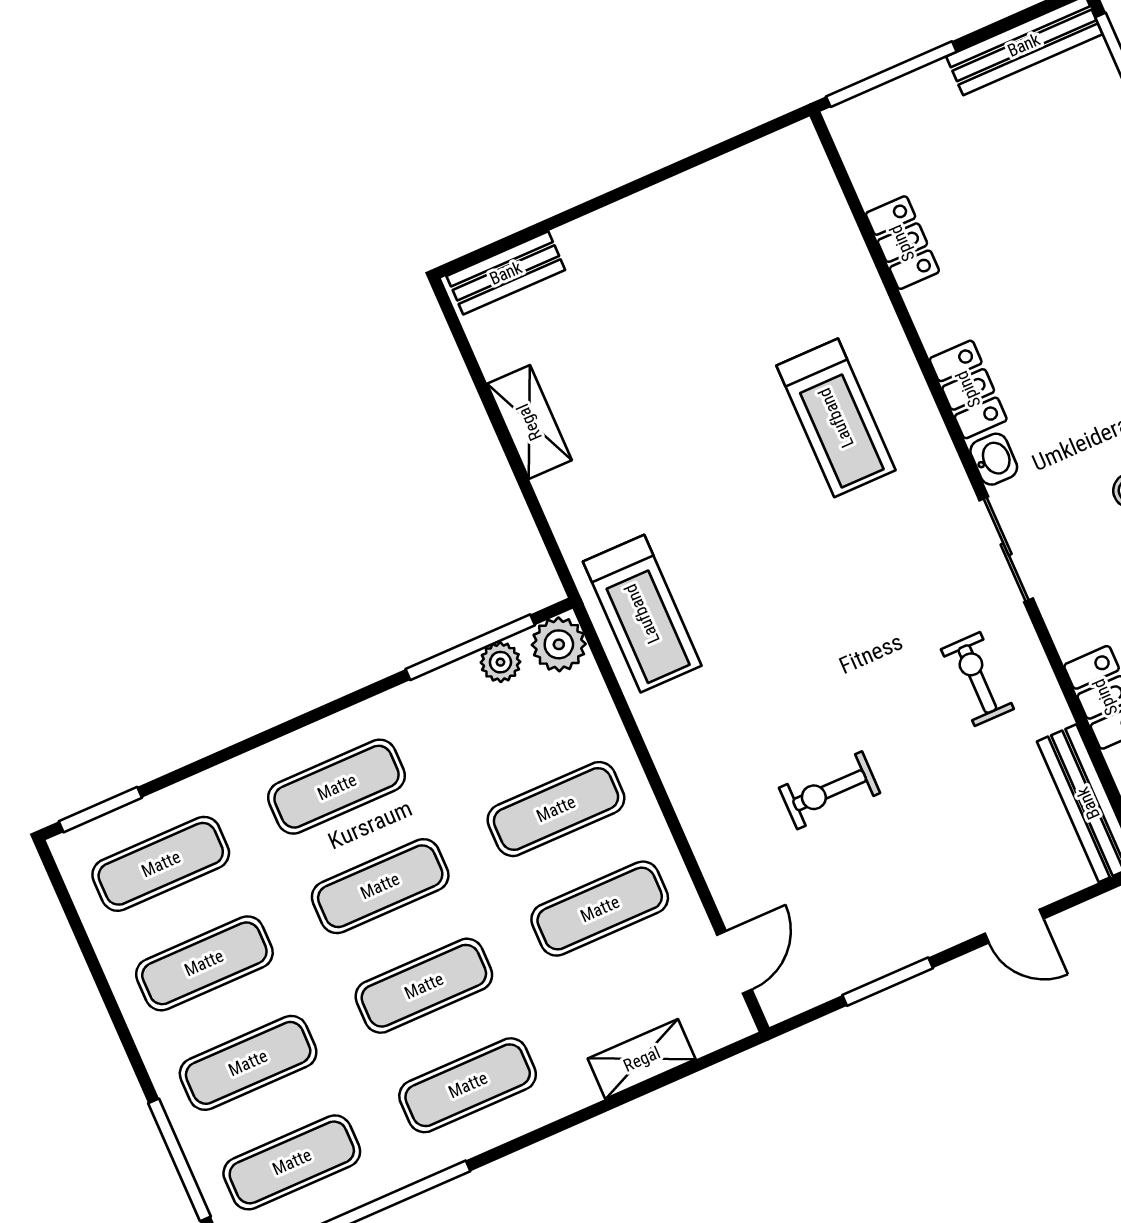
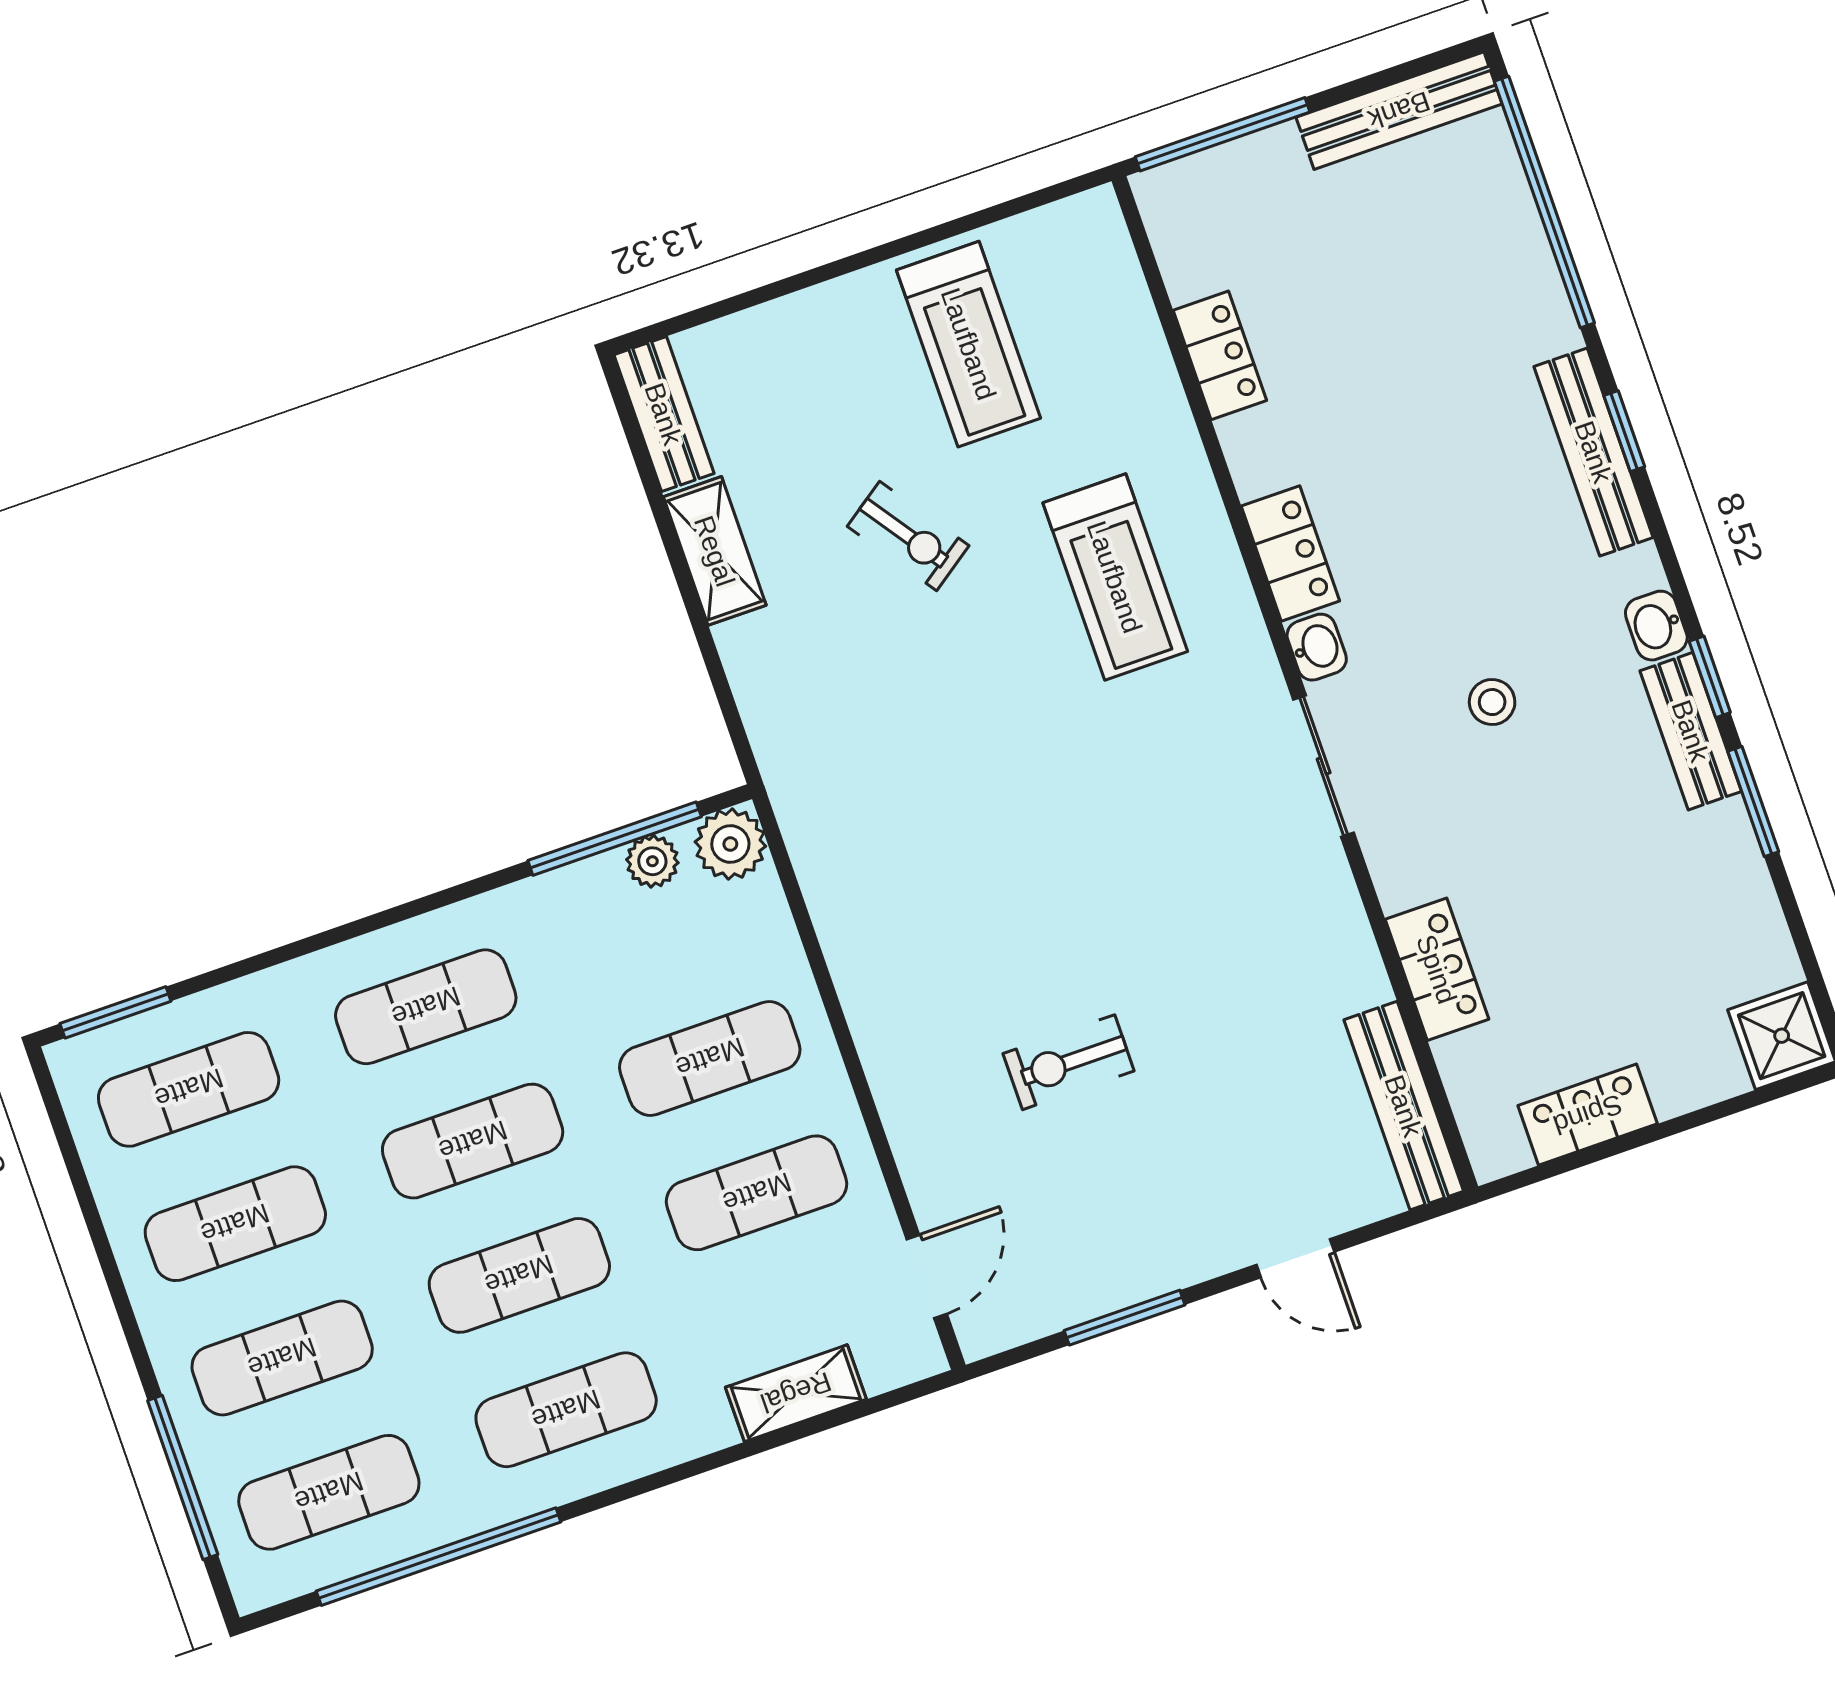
bench: (506, 273) -> (664, 414), moved, turned 90
treadmill: (642, 614) -> (969, 344), moved
exercise bike: (977, 679) -> (908, 536), moved, turned 145

